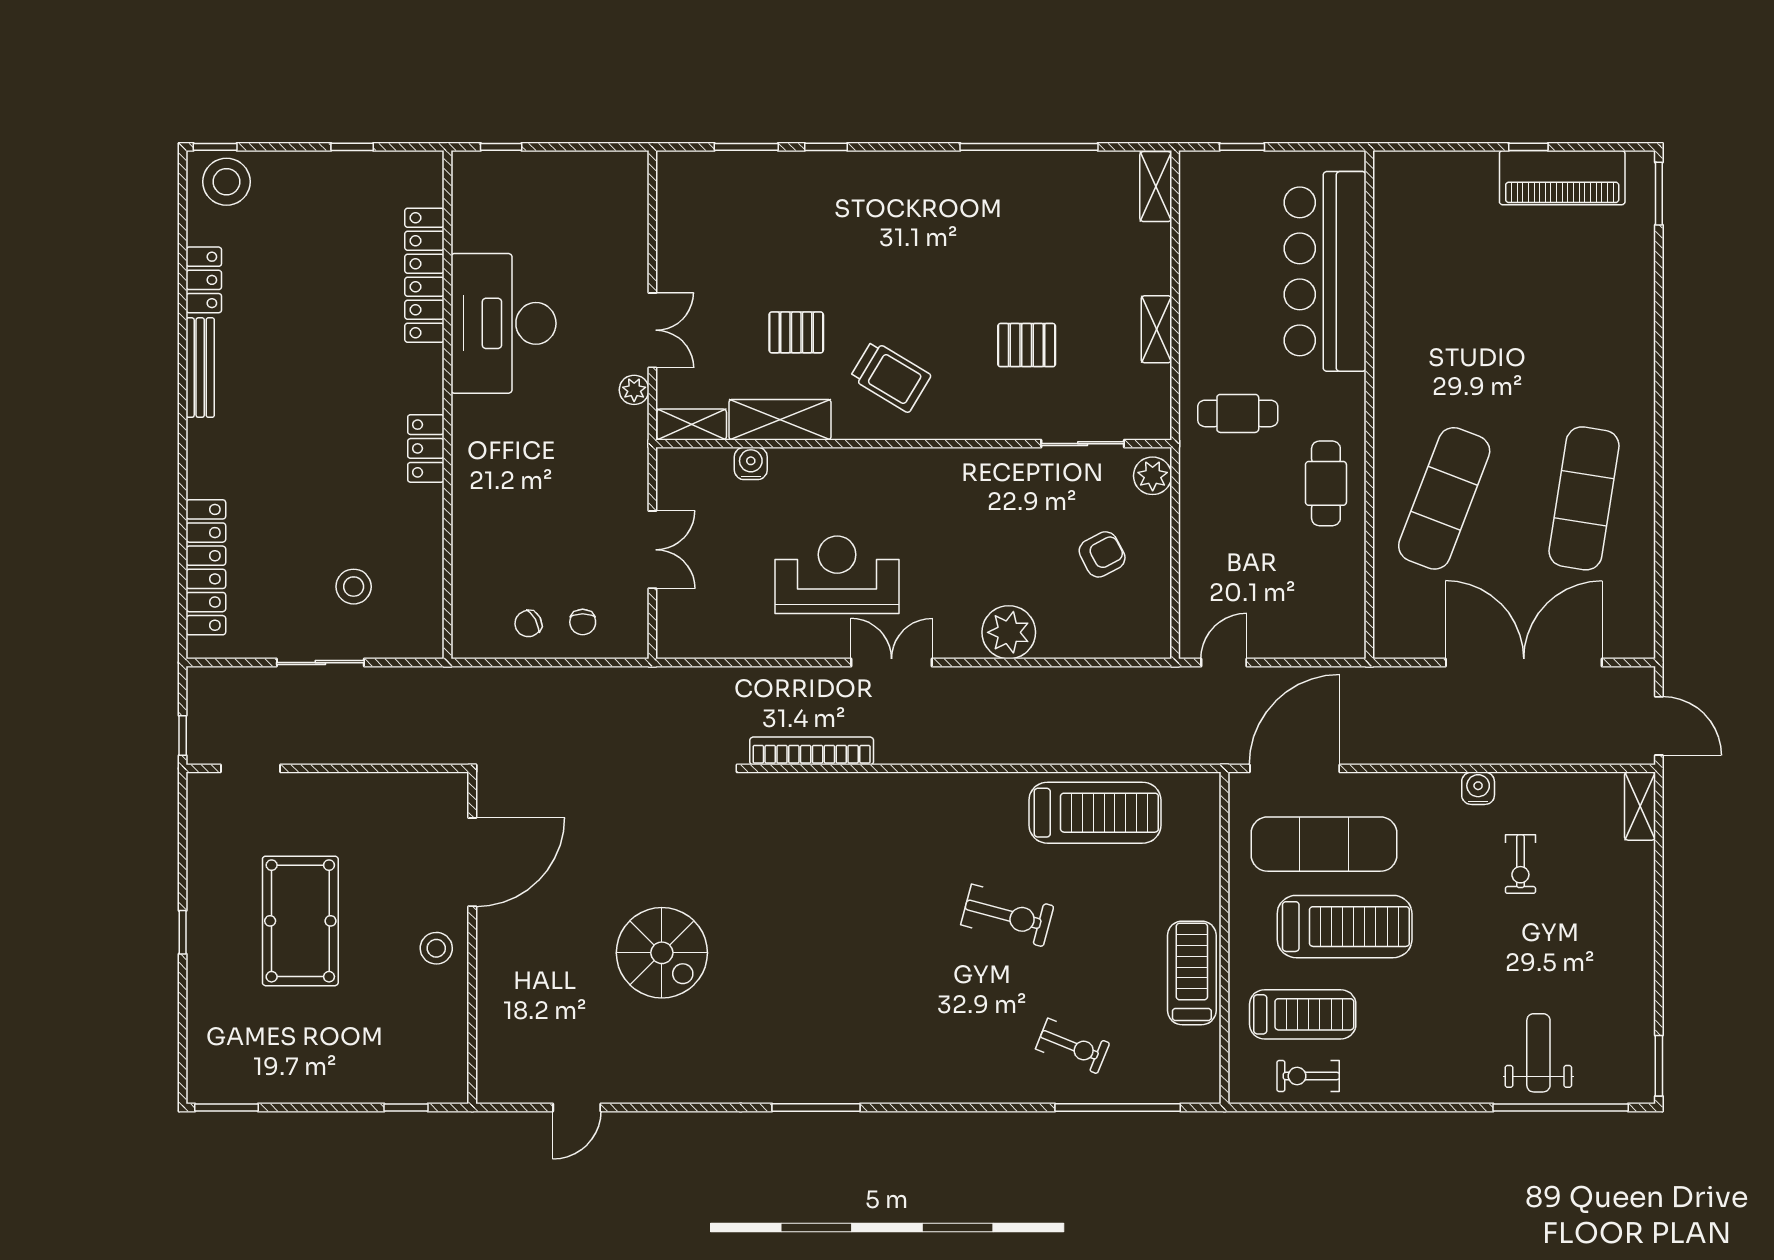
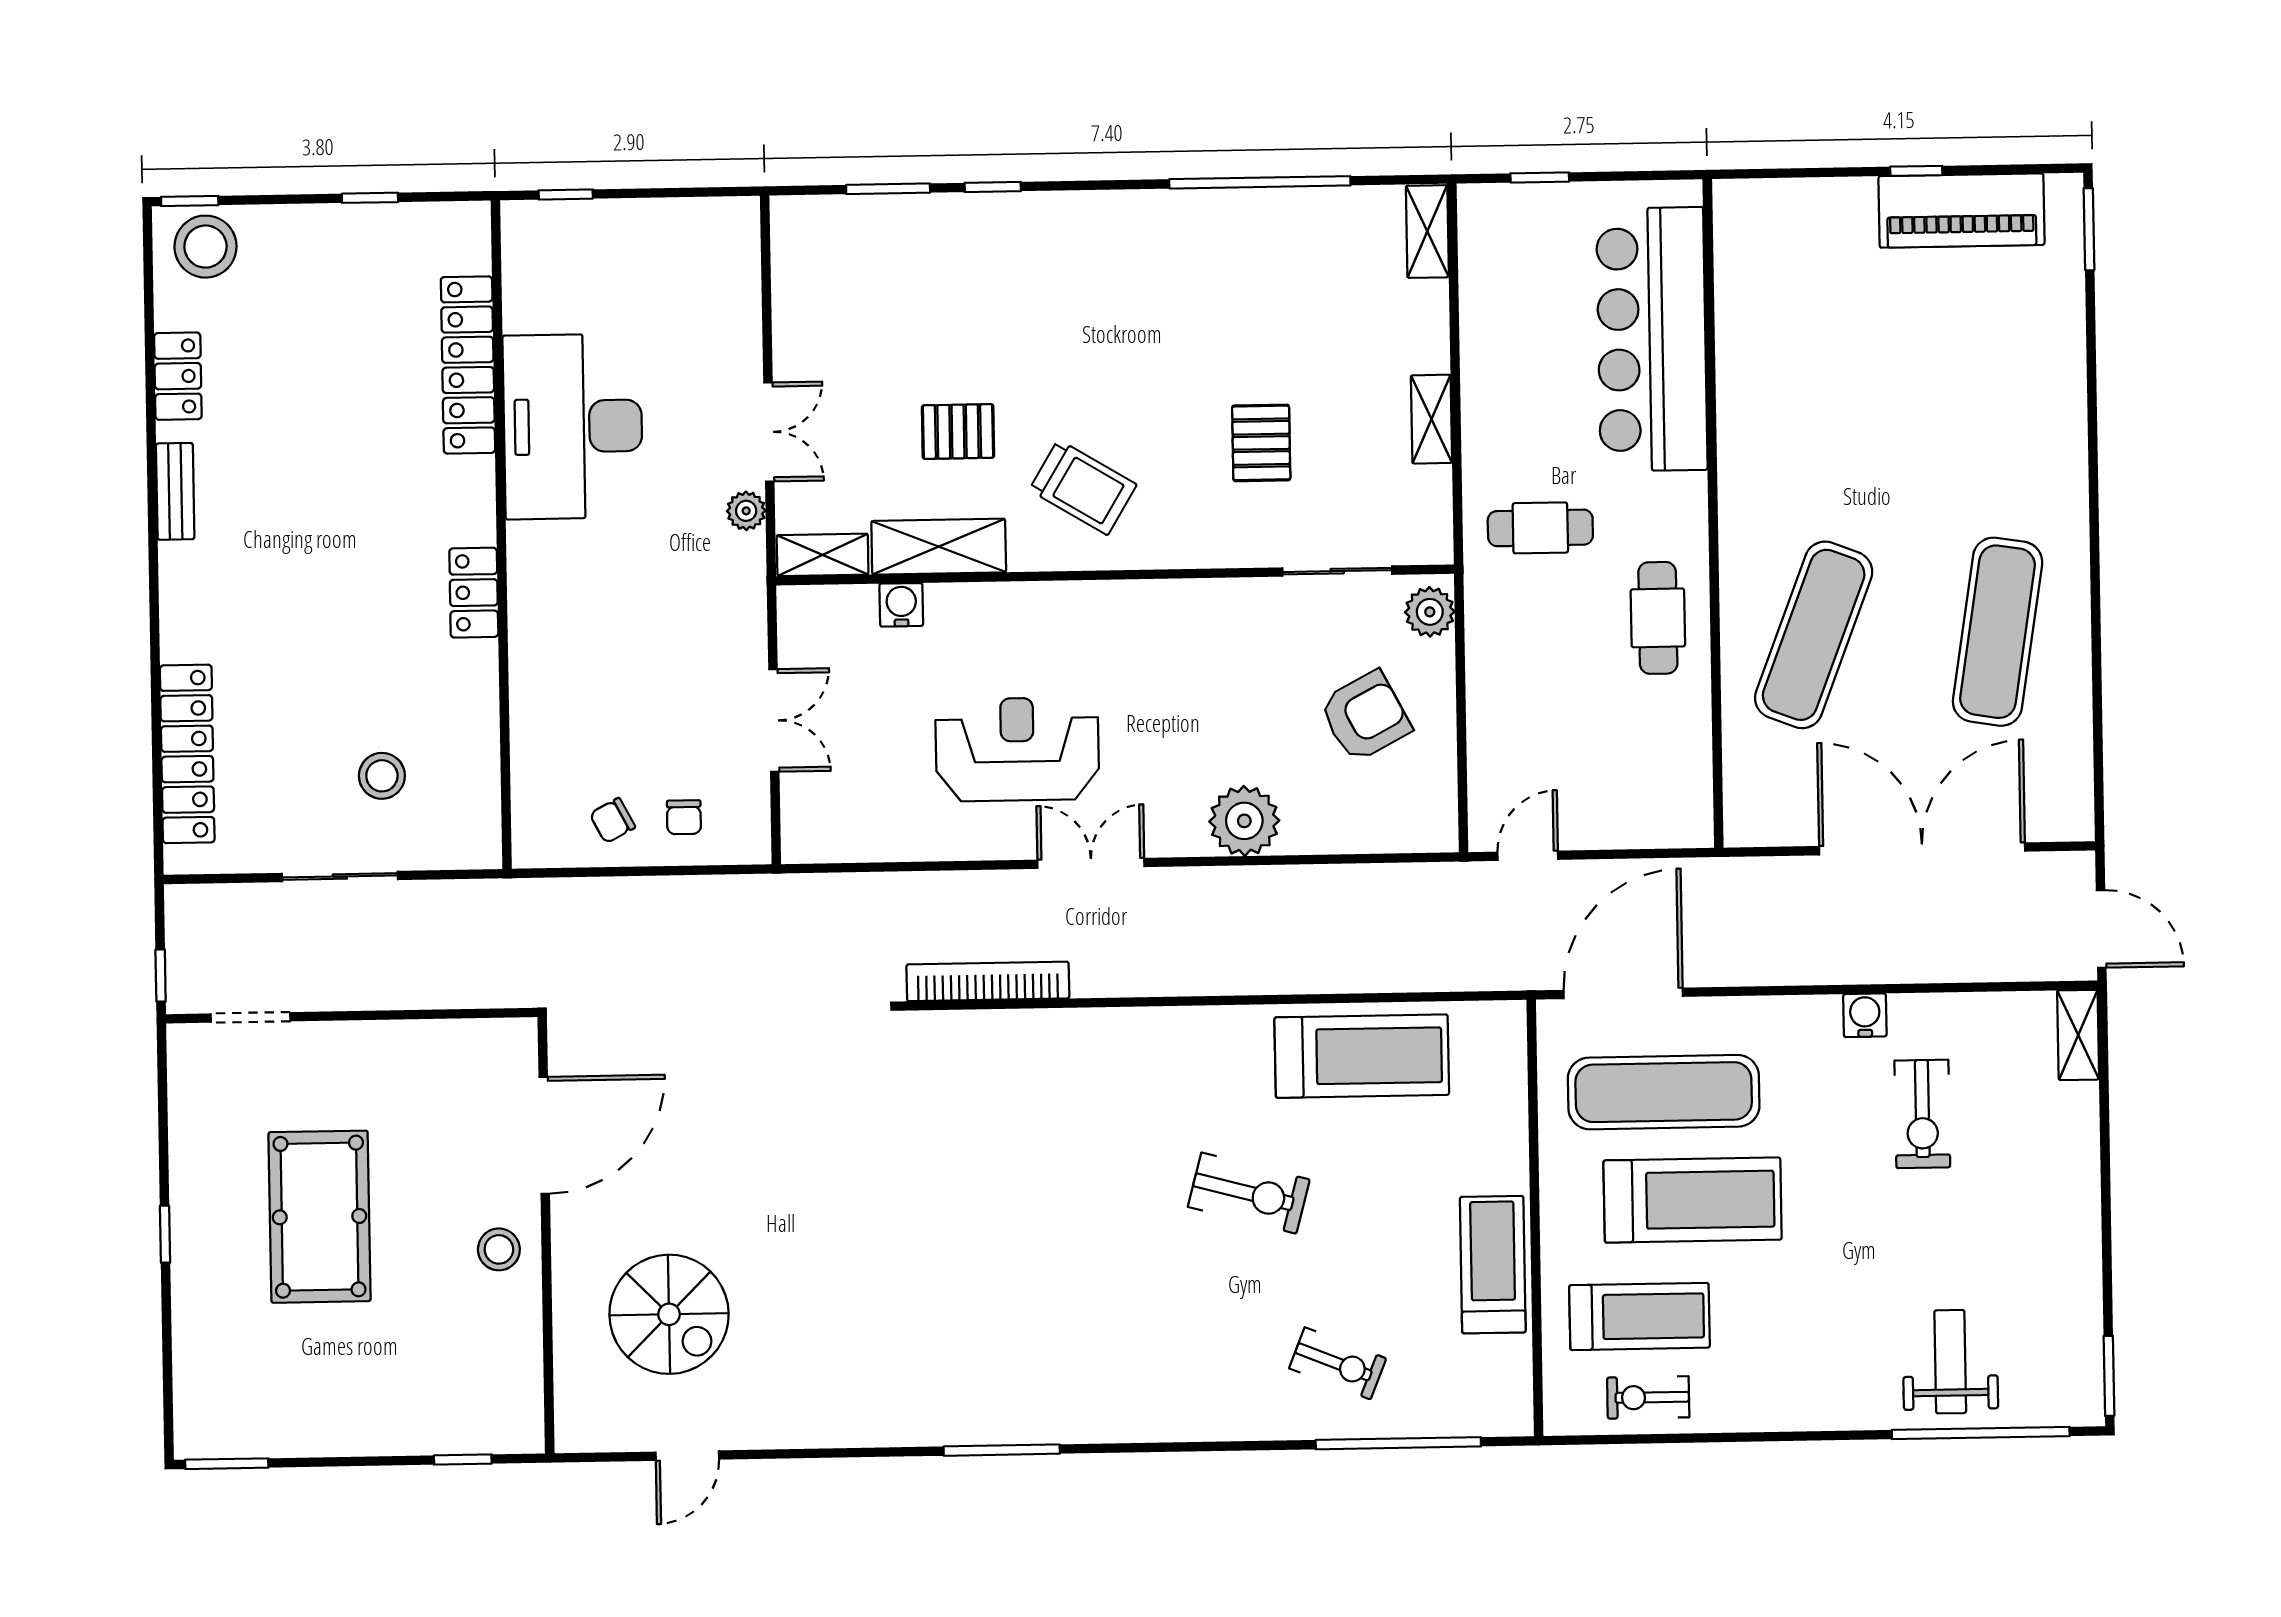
pallet: (1027, 345) -> (1261, 443), turned 90
bench: (200, 368) -> (175, 491), width x0.73
armchair: (1102, 554) -> (1365, 716), width x1.38, depth x1.38
exercise bike: (1520, 864) -> (1922, 1114), width x1.38, depth x1.39
spiral stairs: (662, 953) -> (669, 1314), moved

